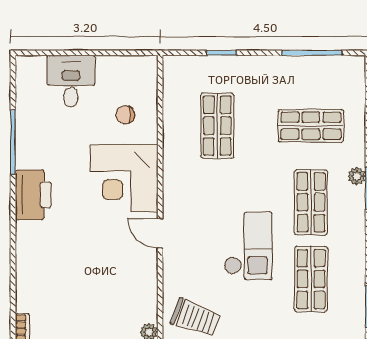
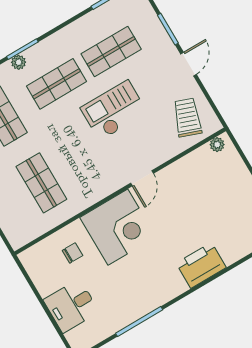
chair: (125, 115) -> (72, 253), turned -90
shop shelf: (217, 126) -> (41, 183), turned 90
printer: (33, 195) -> (201, 265), moved

